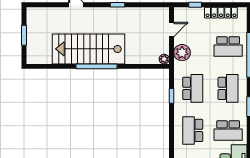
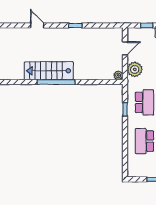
stairs: (89, 49) -> (49, 71), width x0.73, depth x0.66

